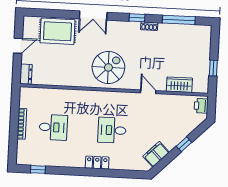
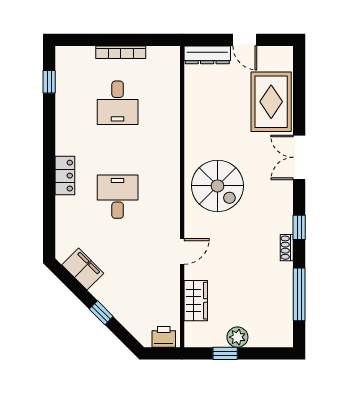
plant: (204, 60) -> (237, 337), added
dresser: (26, 74) -> (207, 55), width x1.44

